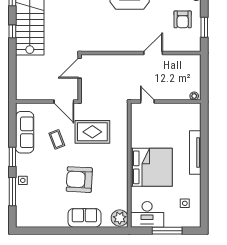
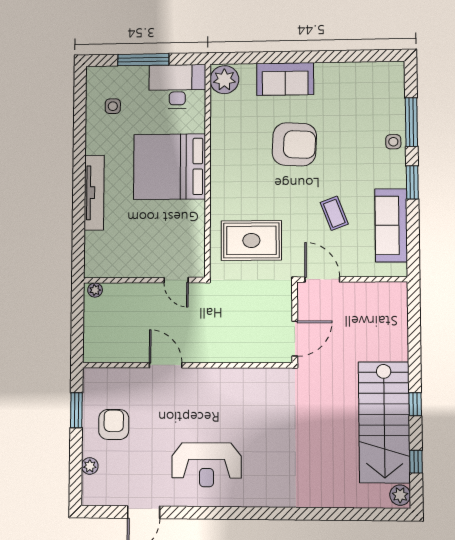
door: (153, 53) -> (166, 365), swing flipped
rug: (92, 132) -> (251, 240), moved

